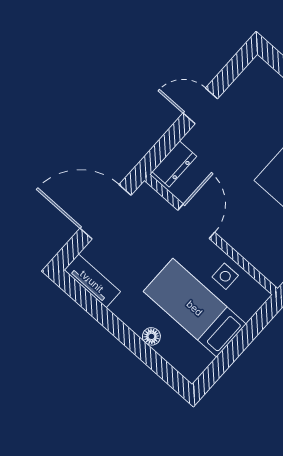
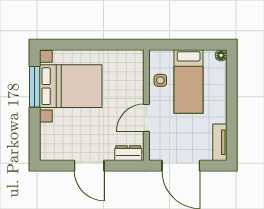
door: (200, 106) -> (89, 166), width x1.38
floor lamp: (151, 336) -> (221, 55), moved

